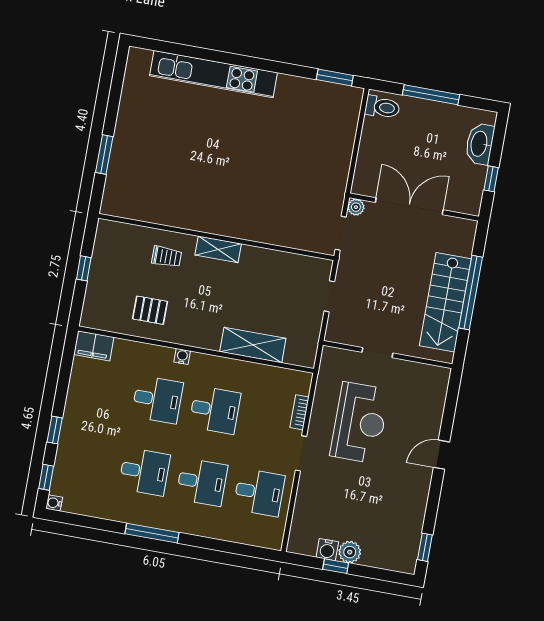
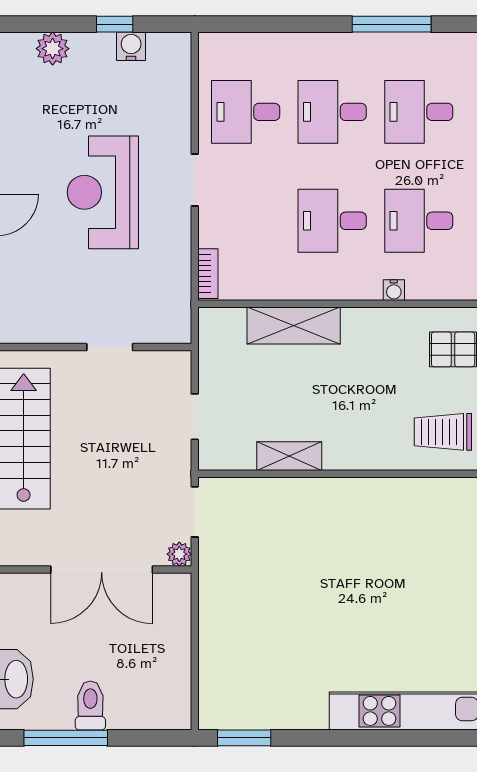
window: (431, 95) -> (66, 738), moved
toilet: (382, 107) -> (90, 705), moved, turned 90
shelving: (218, 249) -> (289, 456), moved
trolley: (167, 257) -> (443, 432), width x1.36, depth x1.39
bookcase: (299, 412) -> (208, 274), moved
reception desk: (360, 423) -> (103, 192), moved
plant: (350, 552) -> (53, 49), moved

